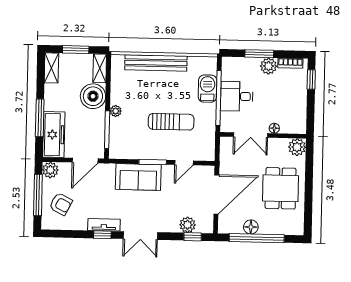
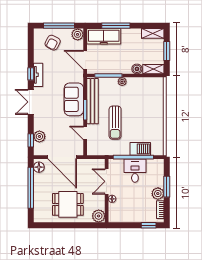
bench: (156, 63) -> (92, 101), moved
boiler: (93, 96) -> (137, 69), width x0.54, depth x0.54
floor lamp: (251, 227) -> (39, 167), moved

